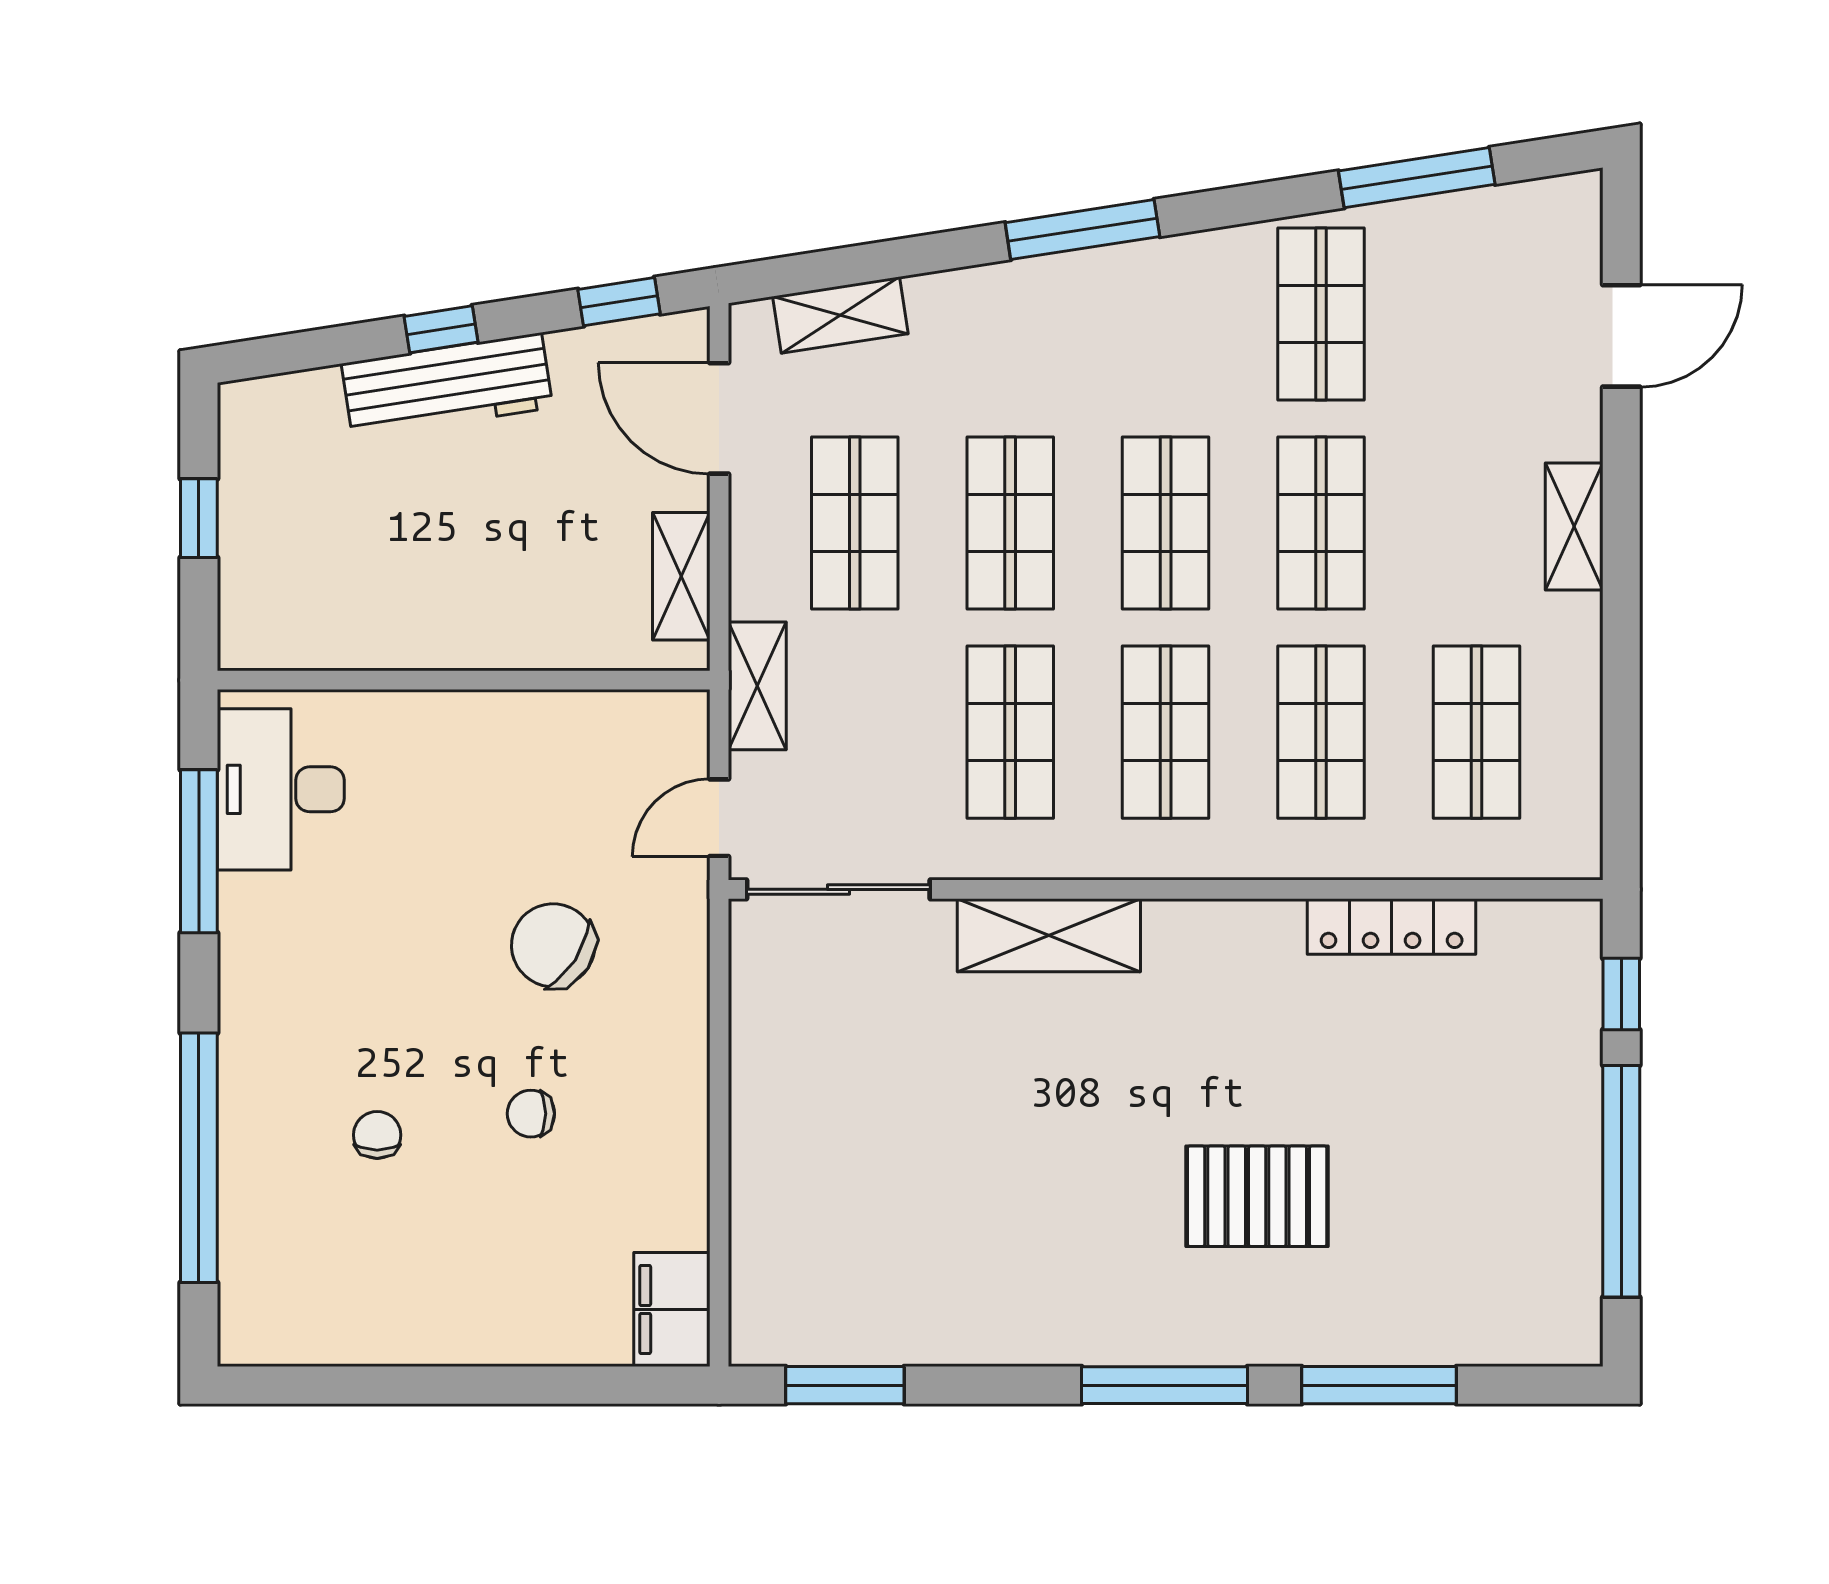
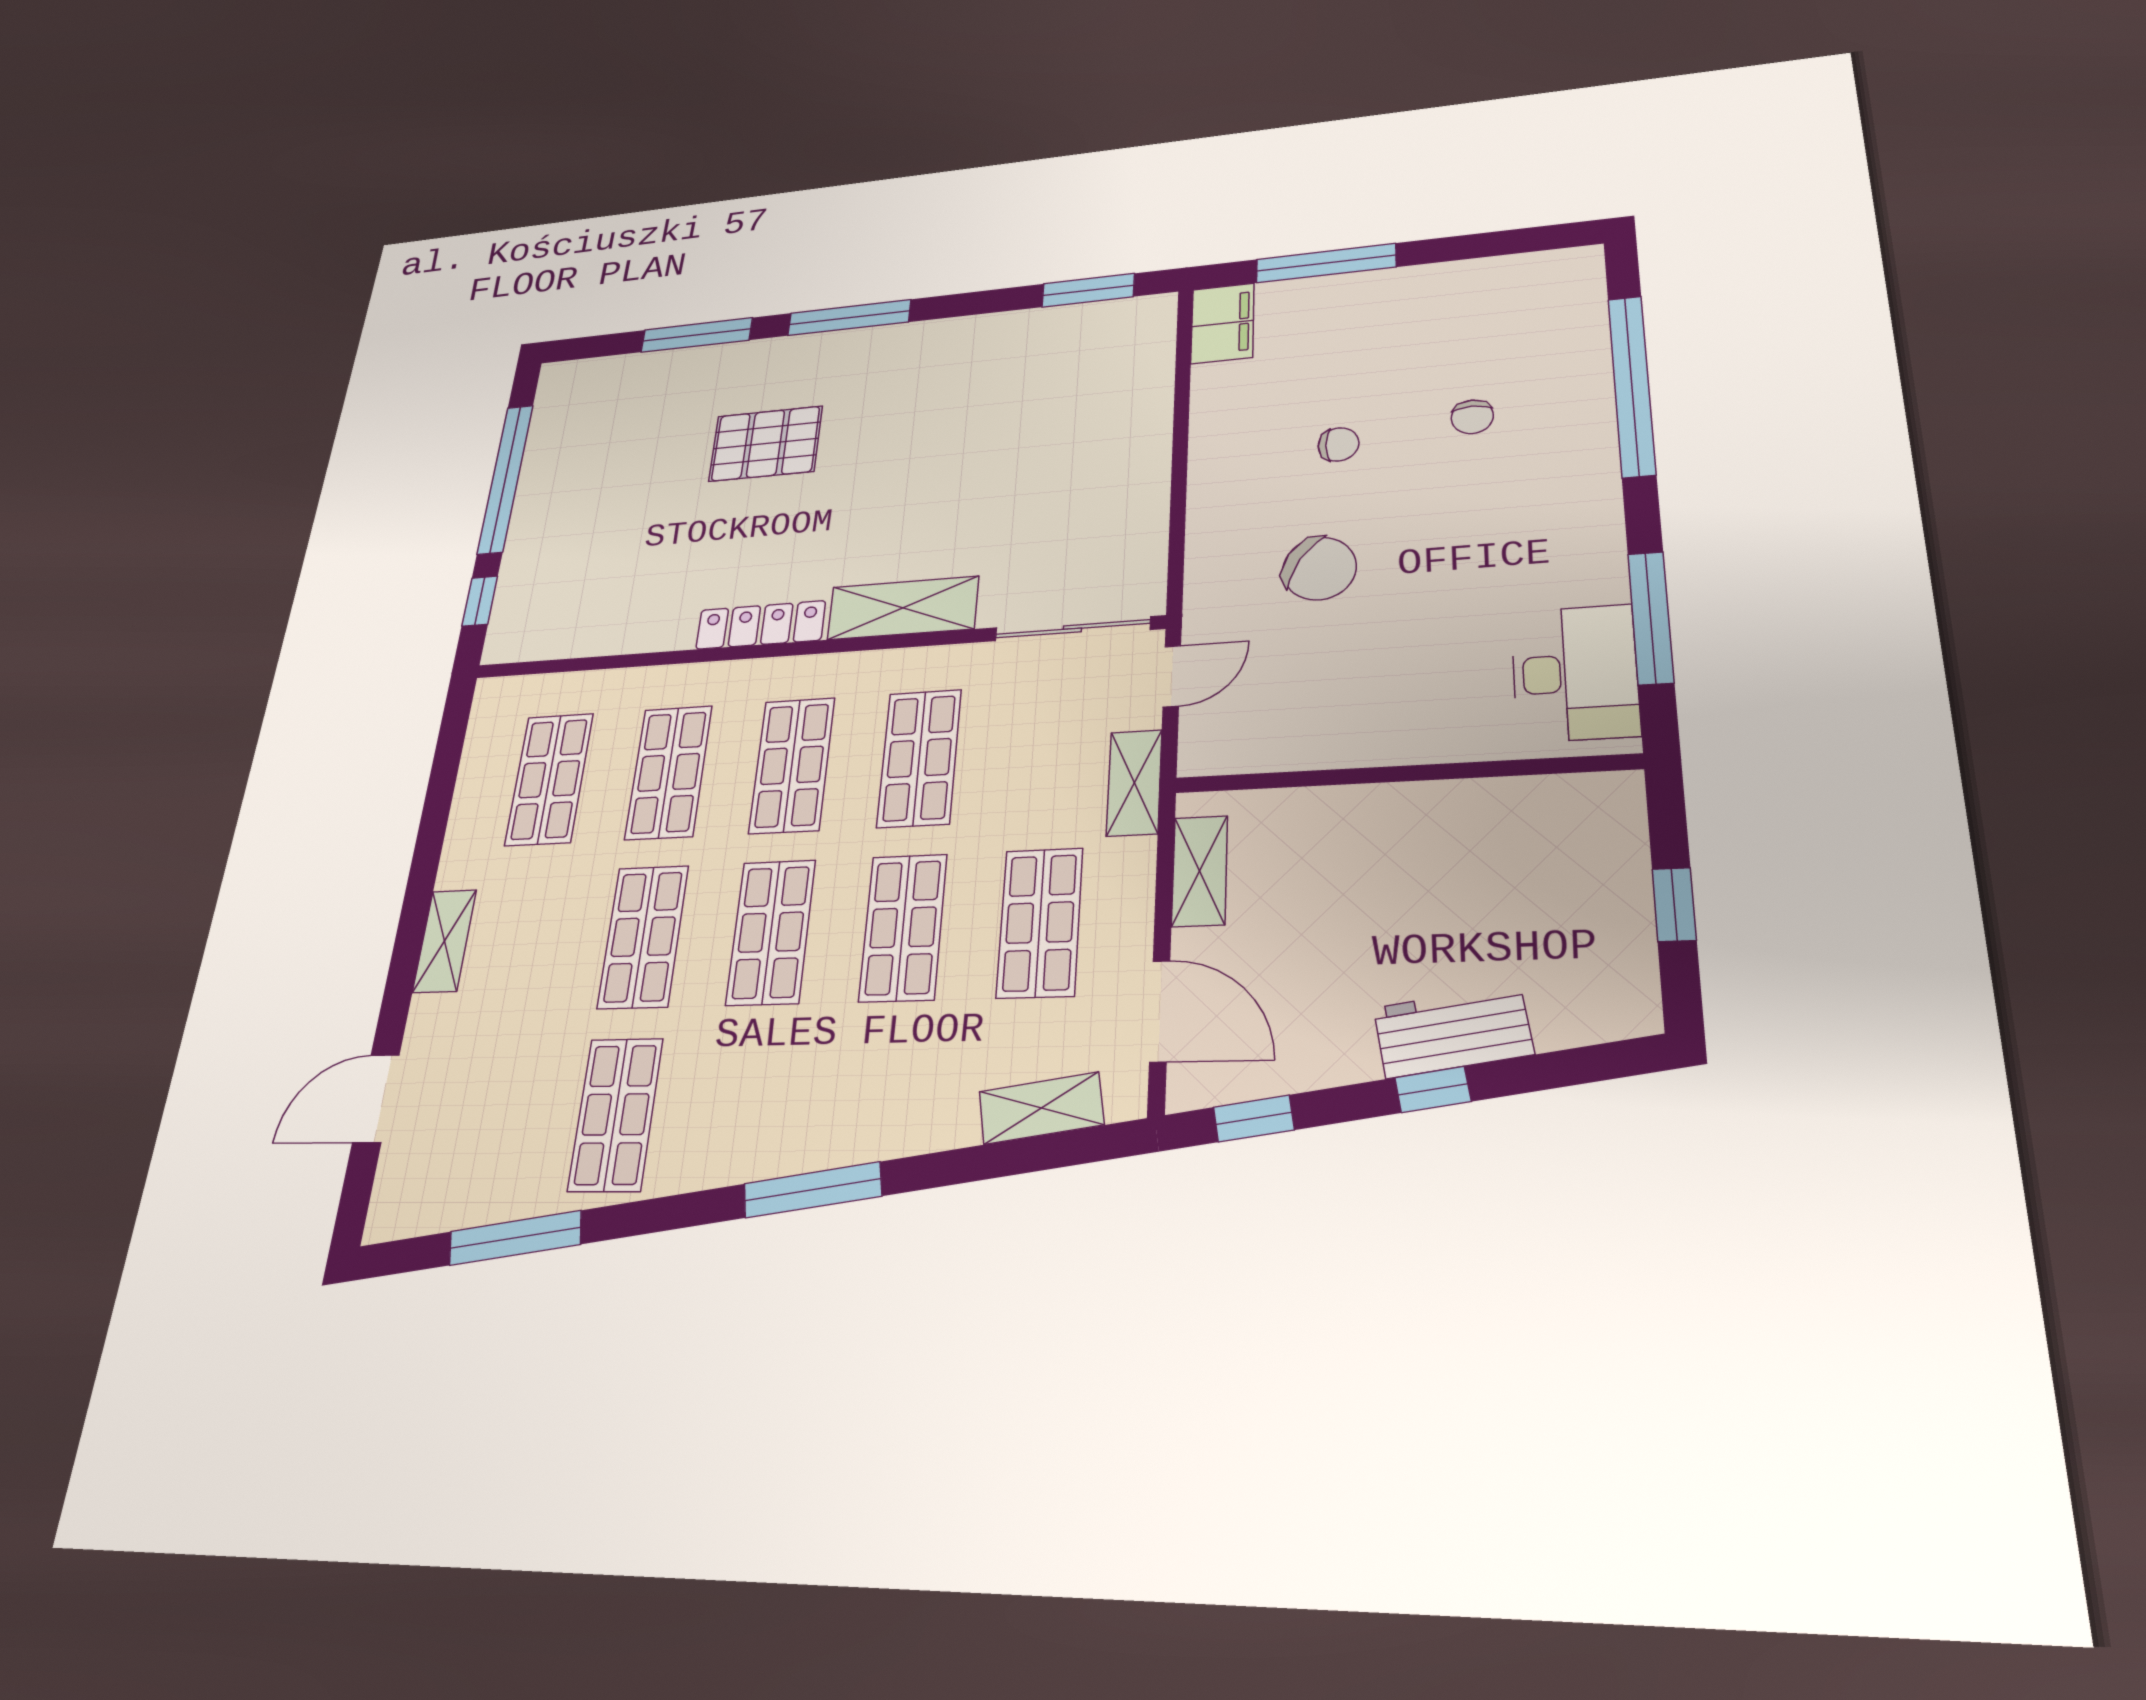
workbench: (447, 386) -> (1453, 1031), width x0.73
locker: (1392, 926) -> (761, 625), moved
window: (545, 1385) -> (1326, 263), added

